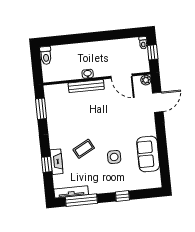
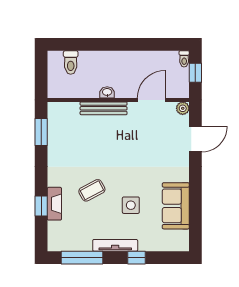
toilet: (46, 55) -> (71, 63), moved
door: (122, 76) -> (151, 100), swing flipped
tv unit: (71, 192) -> (115, 245), moved

